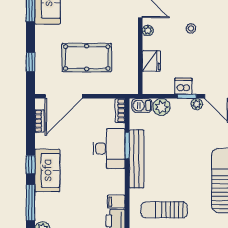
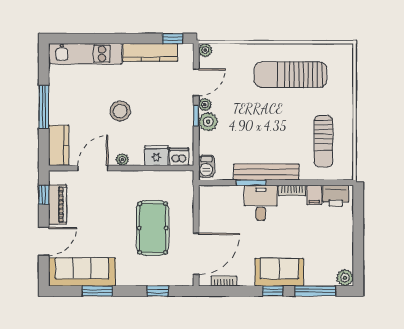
stool: (191, 29) -> (120, 111), width x1.89, depth x1.89
dishwasher: (183, 86) -> (179, 157), moved, turned 90
door: (64, 96) -> (196, 254), hinge flipped
plant: (161, 107) -> (208, 122), moved
bookcase: (120, 111) -> (292, 191), moved
desk: (109, 148) -> (261, 203), width x0.73

